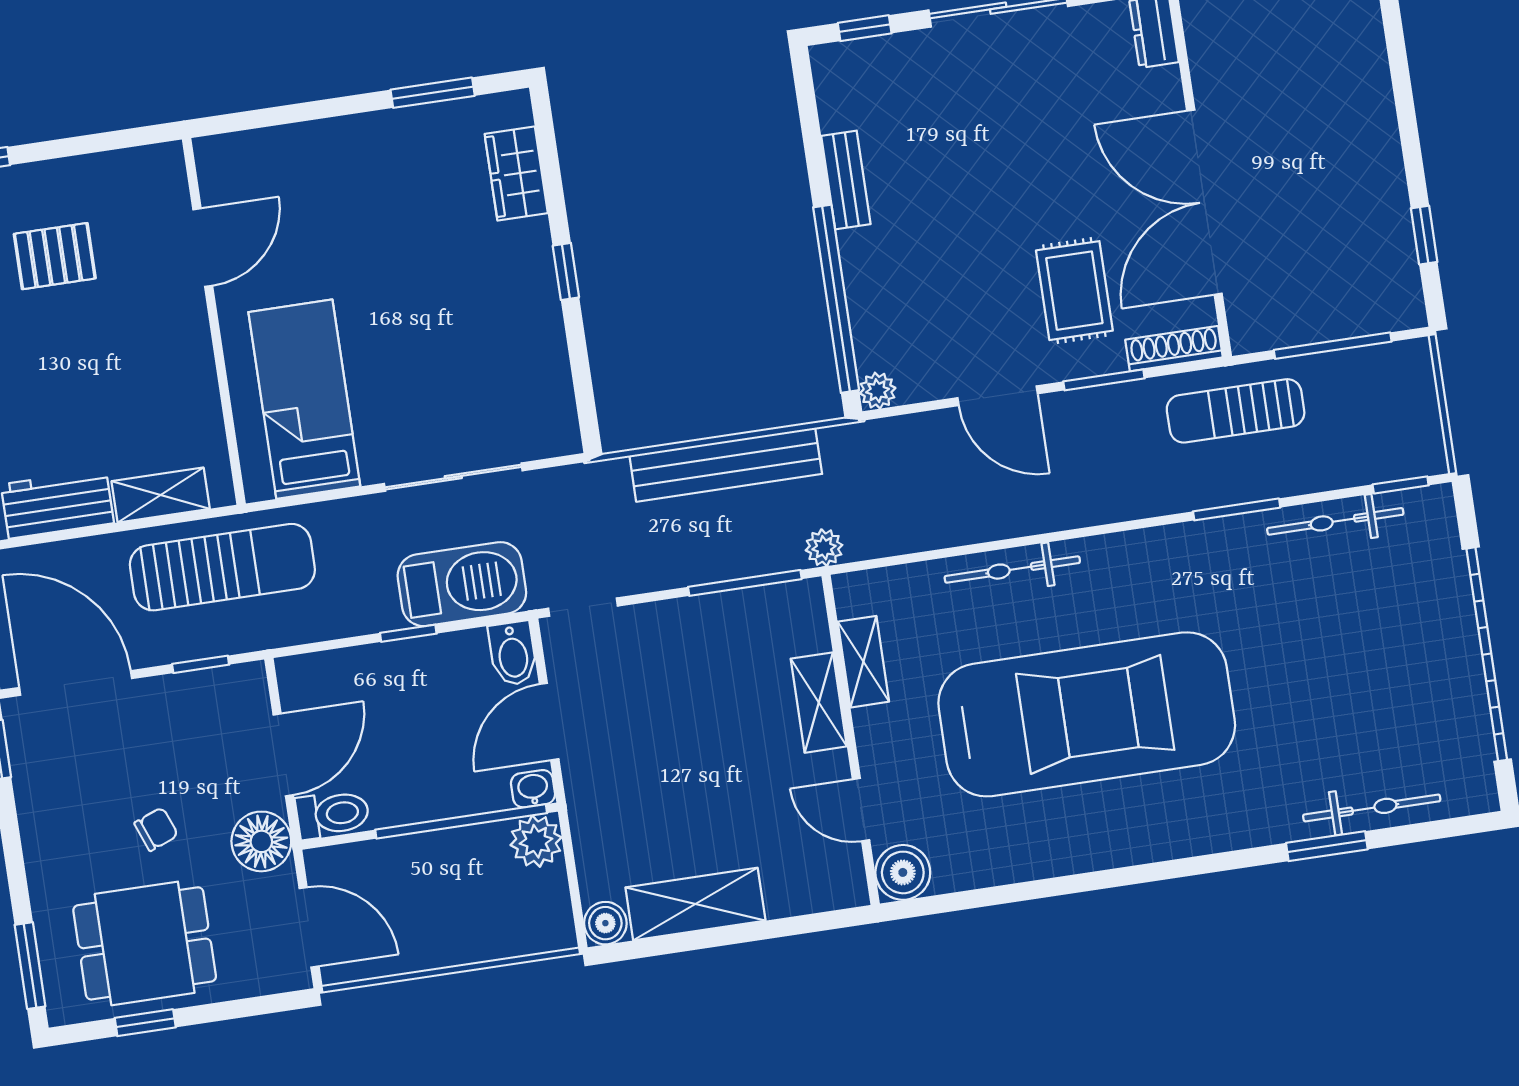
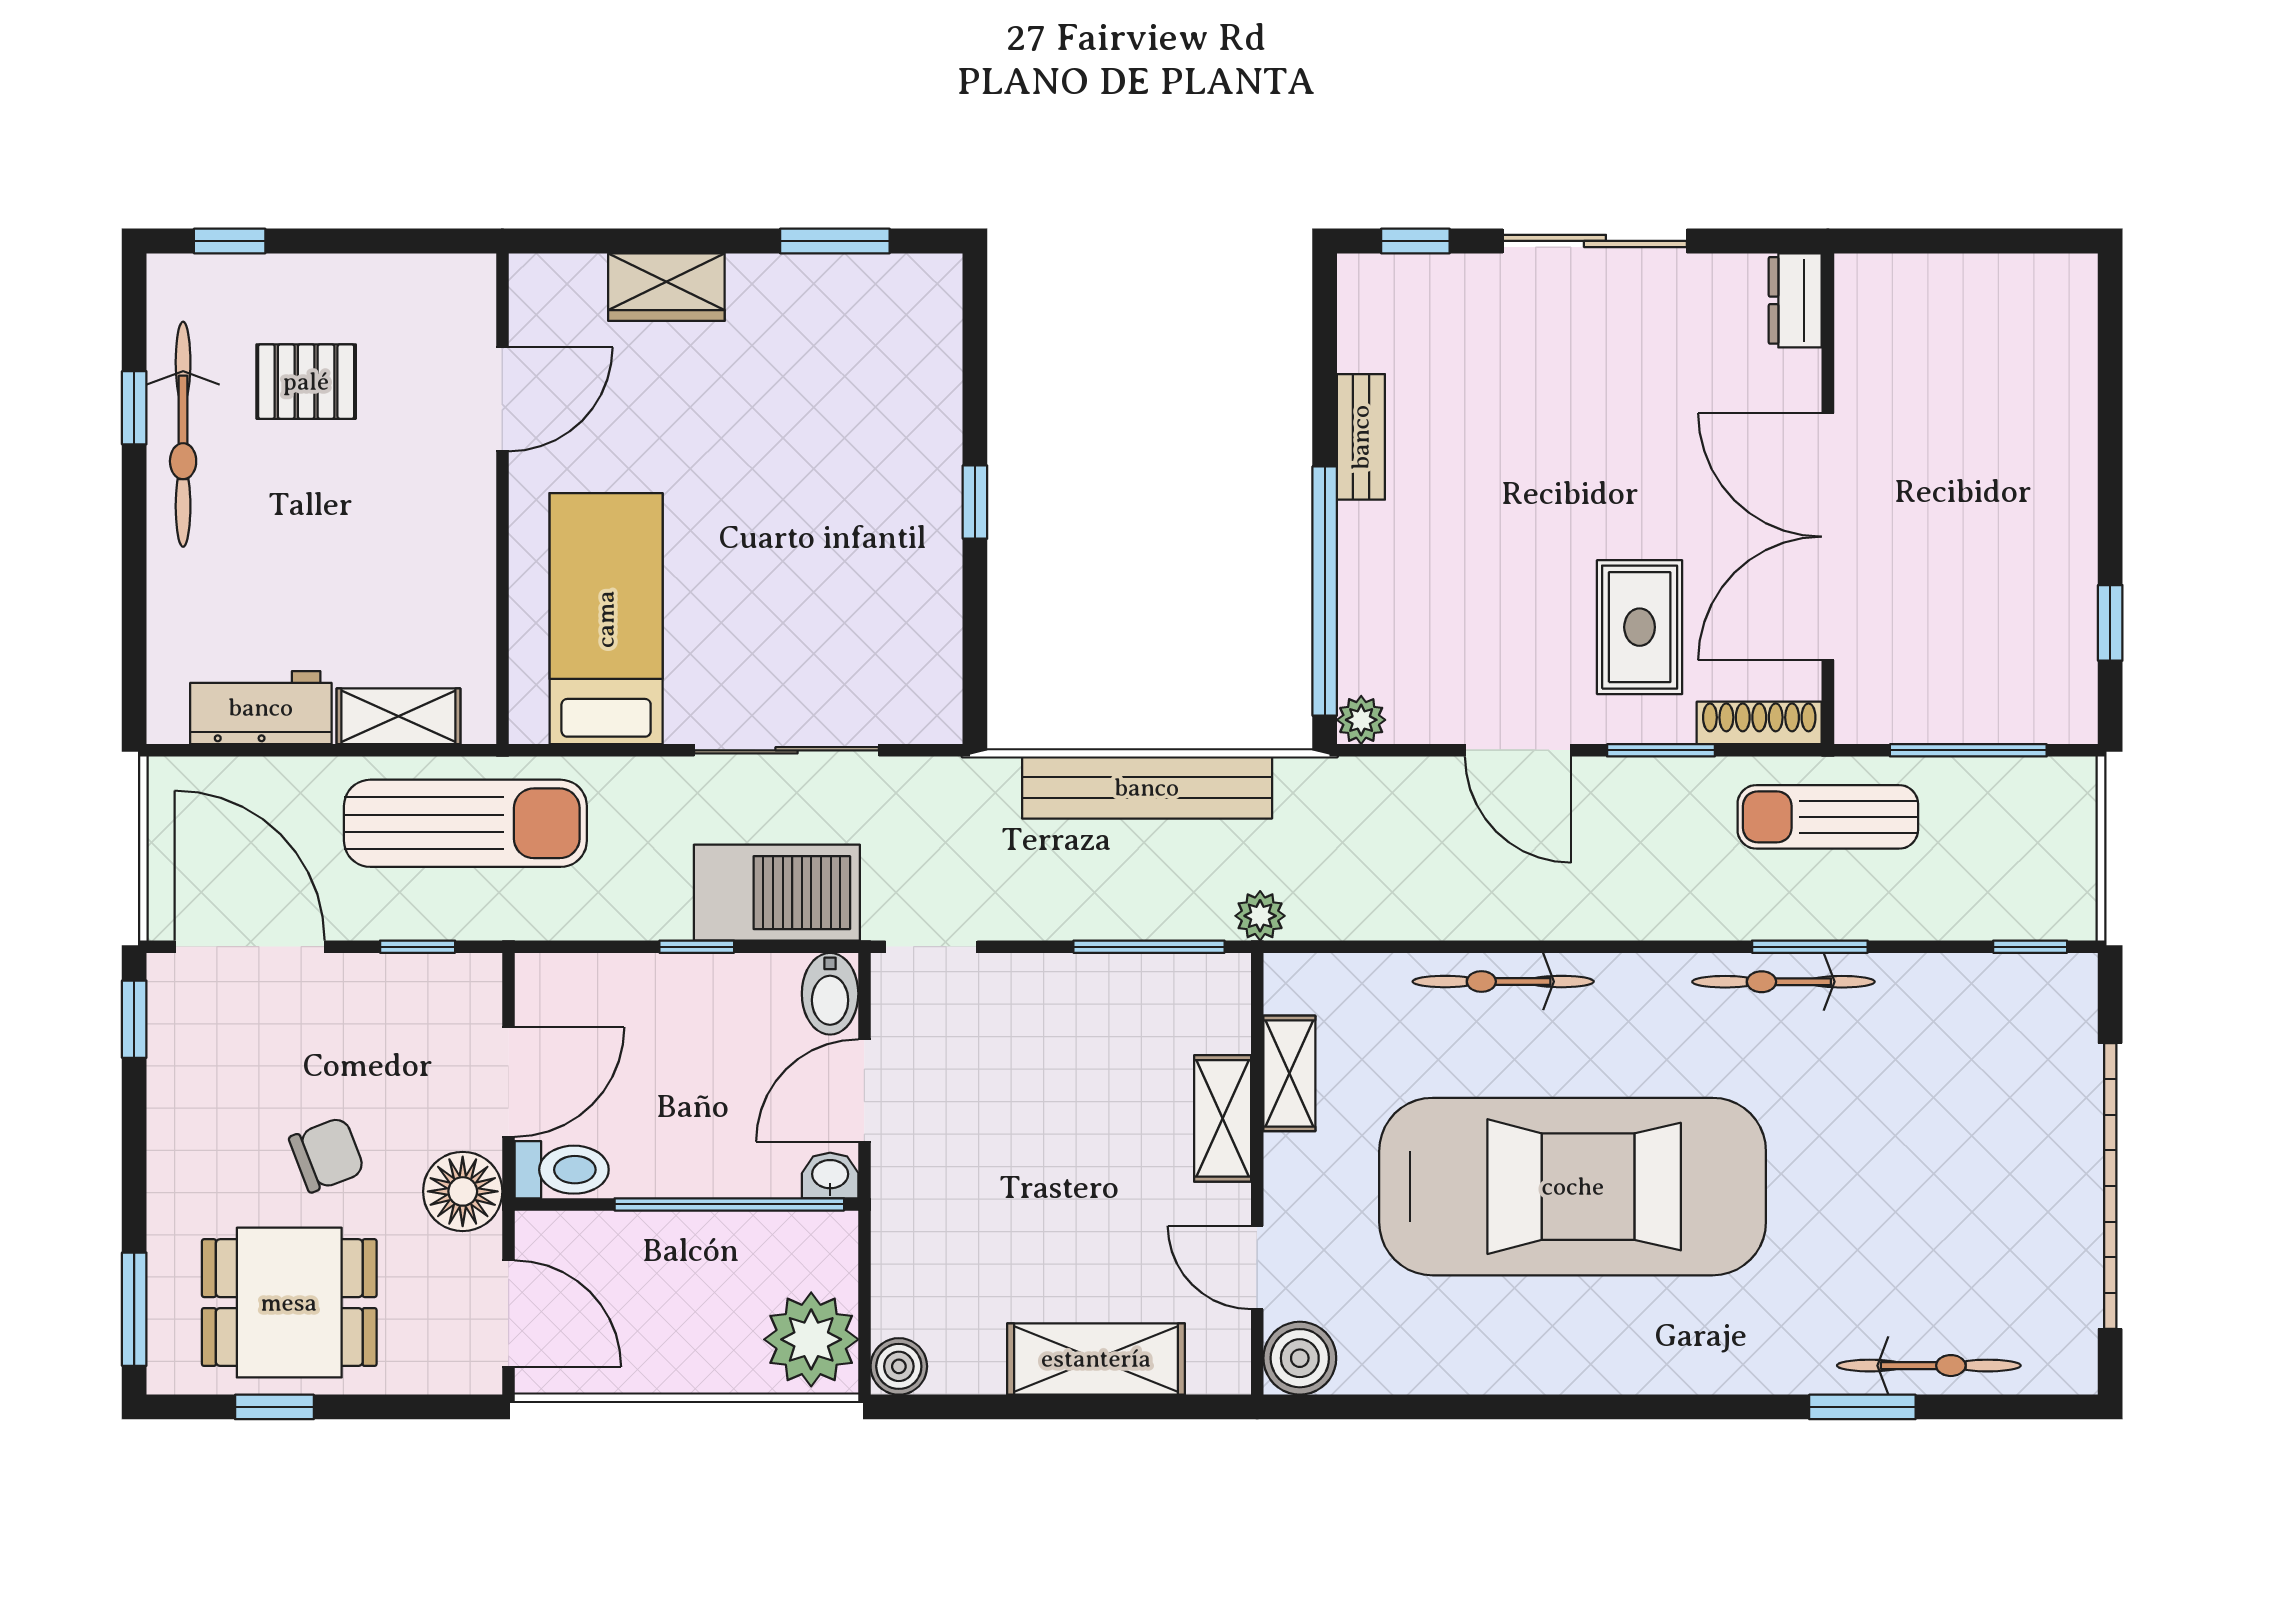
wardrobe: (516, 174) -> (666, 287), moved, turned -90
bicycle: (1335, 521) -> (1783, 982), moved
chair: (156, 829) -> (327, 1155), width x1.37, depth x1.37
plant: (536, 841) -> (811, 1339), moved, width x1.36, depth x1.36
shelving: (695, 904) -> (1096, 1359), moved

